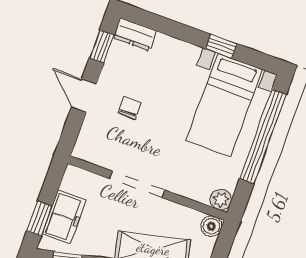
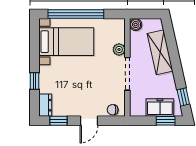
window: (221, 46) -> (35, 81), moved
chair: (130, 107) -> (113, 110), moved
plant: (221, 200) -> (119, 50), moved

